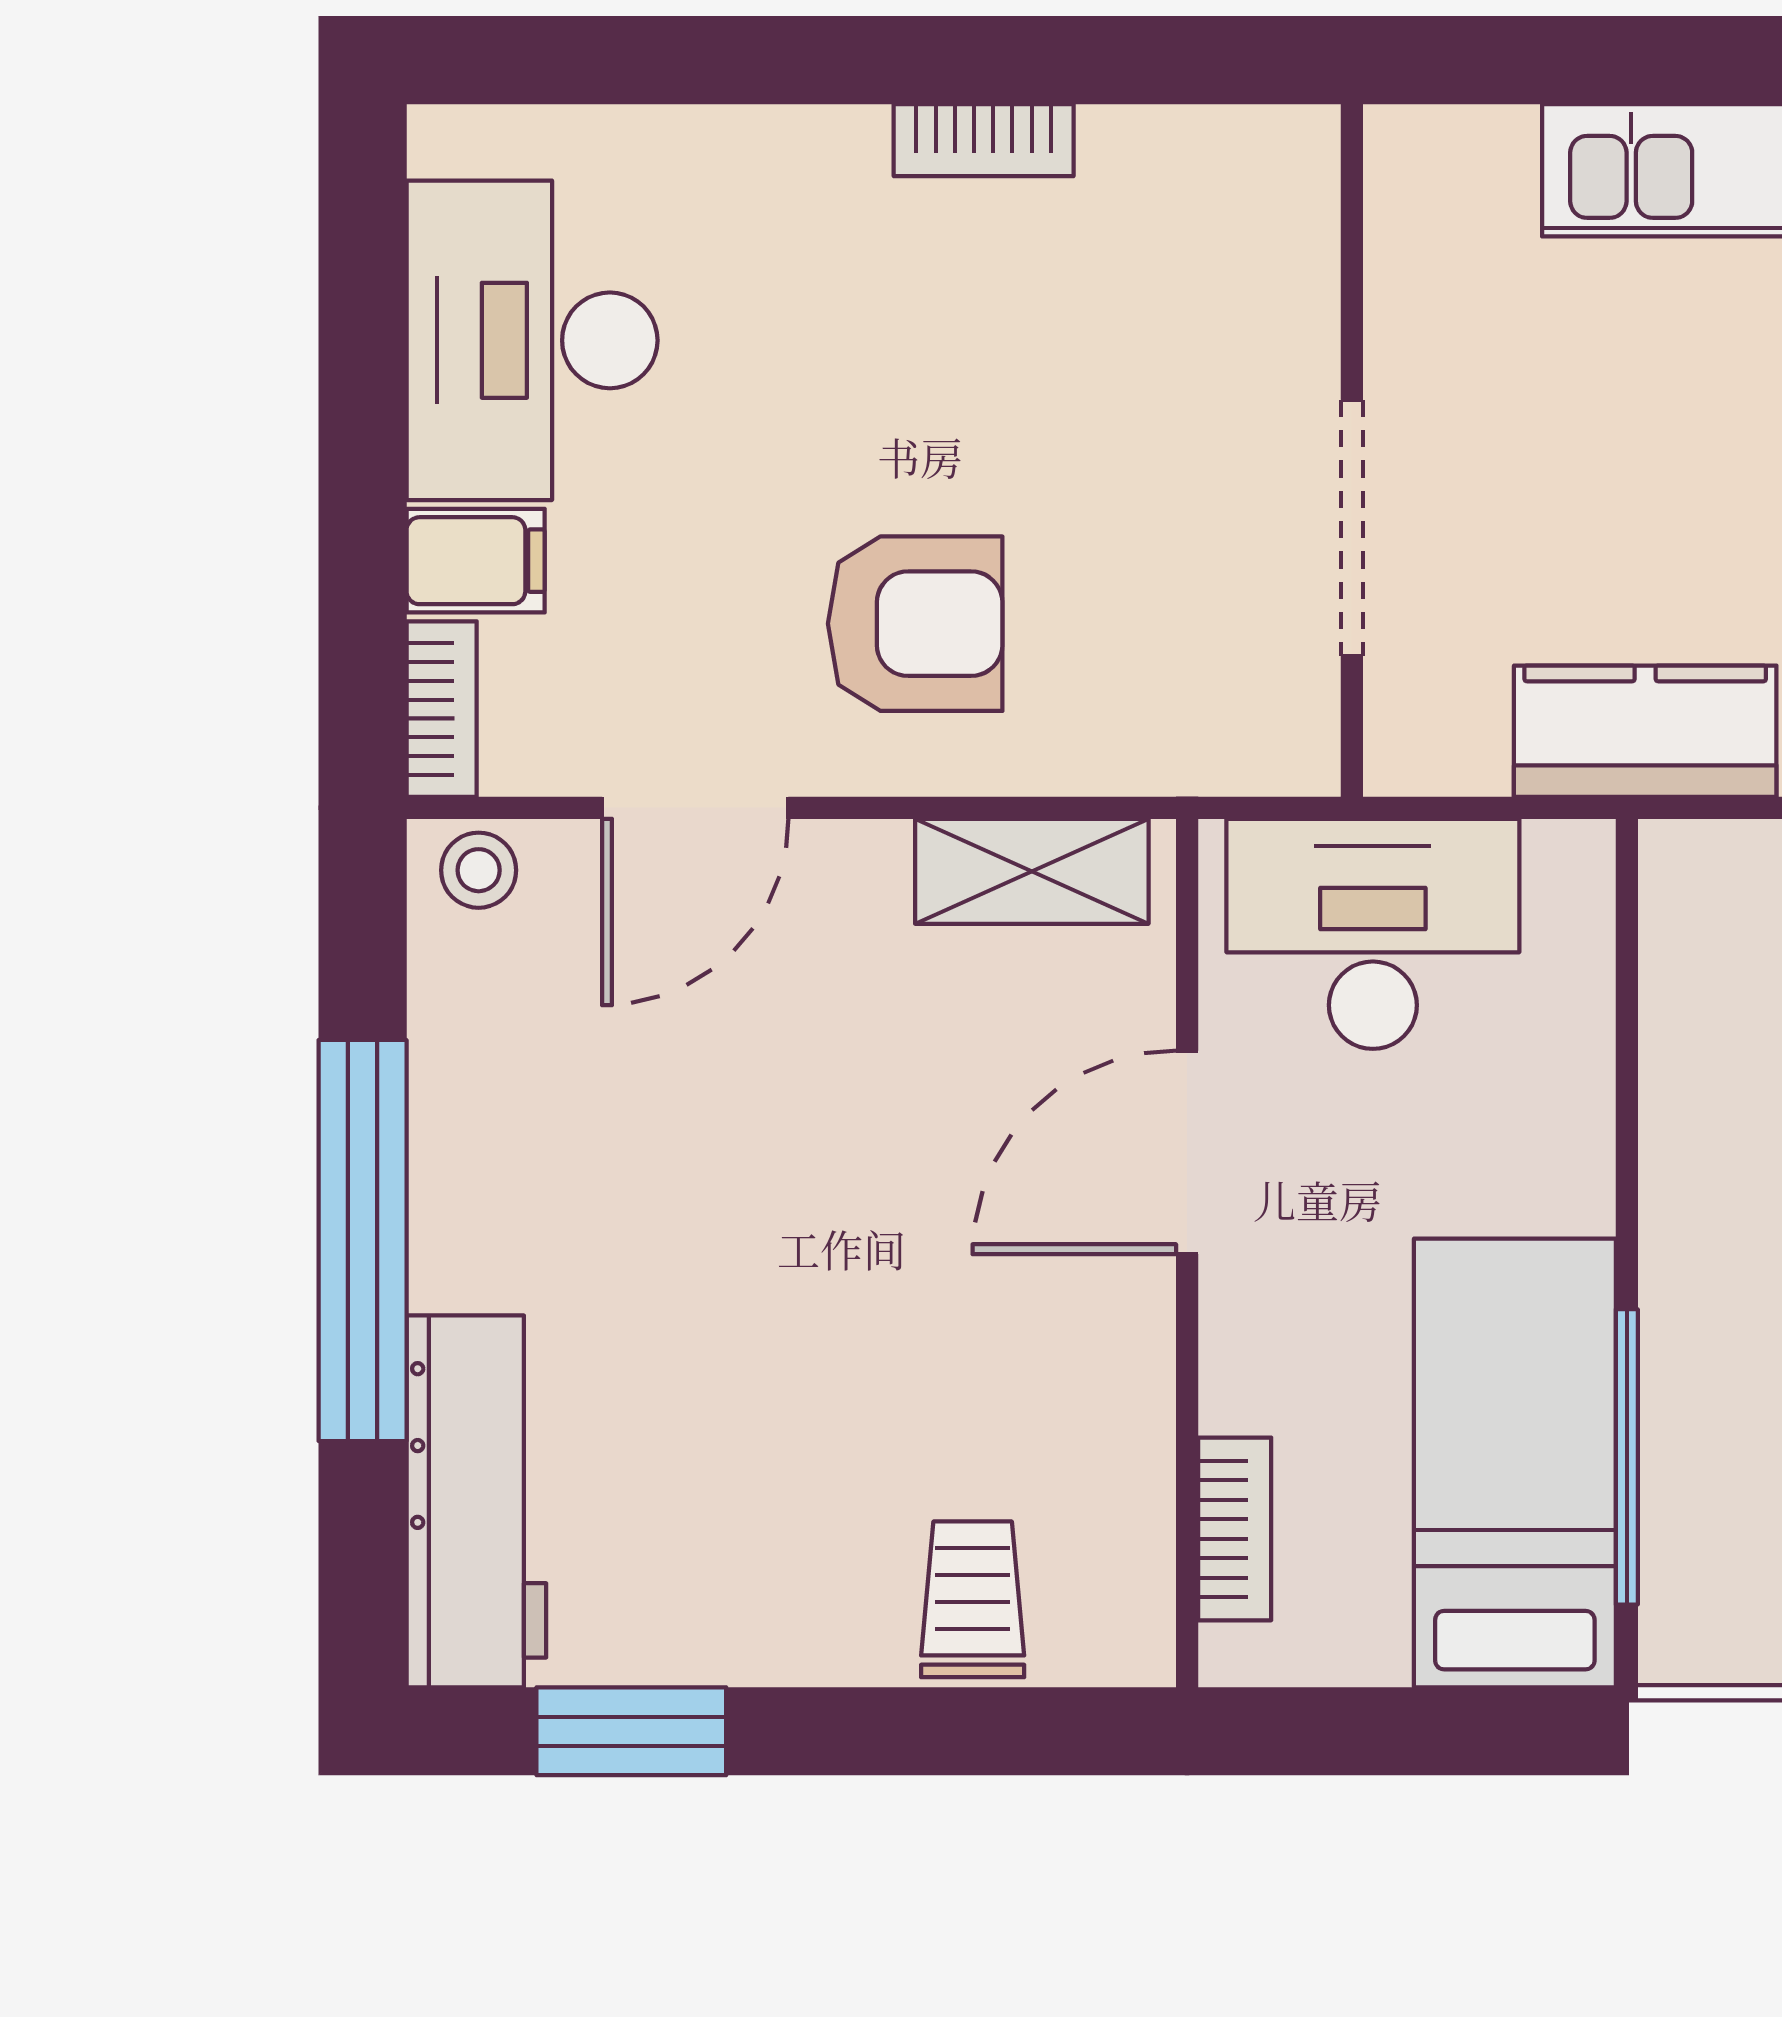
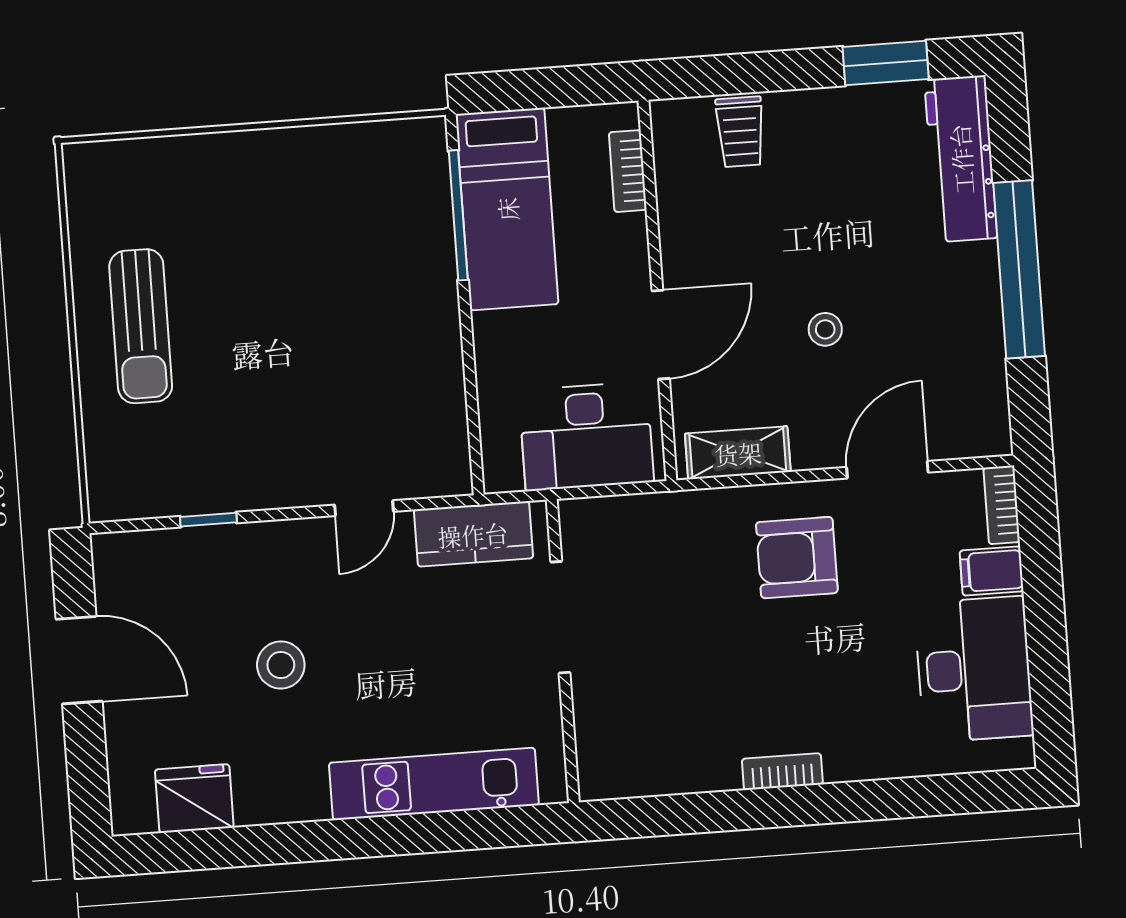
wall: (1352, 450) -> (563, 651), moved
doorway: (1352, 528) -> (560, 617), moved
stool: (479, 870) -> (825, 329), moved

